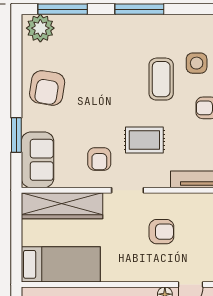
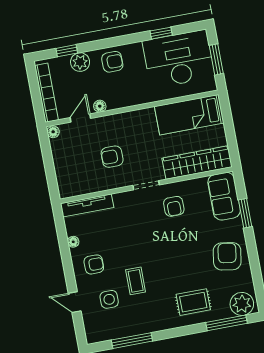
window: (139, 9) -> (132, 341), moved
coffee table: (161, 79) -> (136, 281), width x0.73, depth x0.77
rug: (144, 140) -> (193, 302), moved
armchair: (99, 159) -> (174, 206), turned 180

